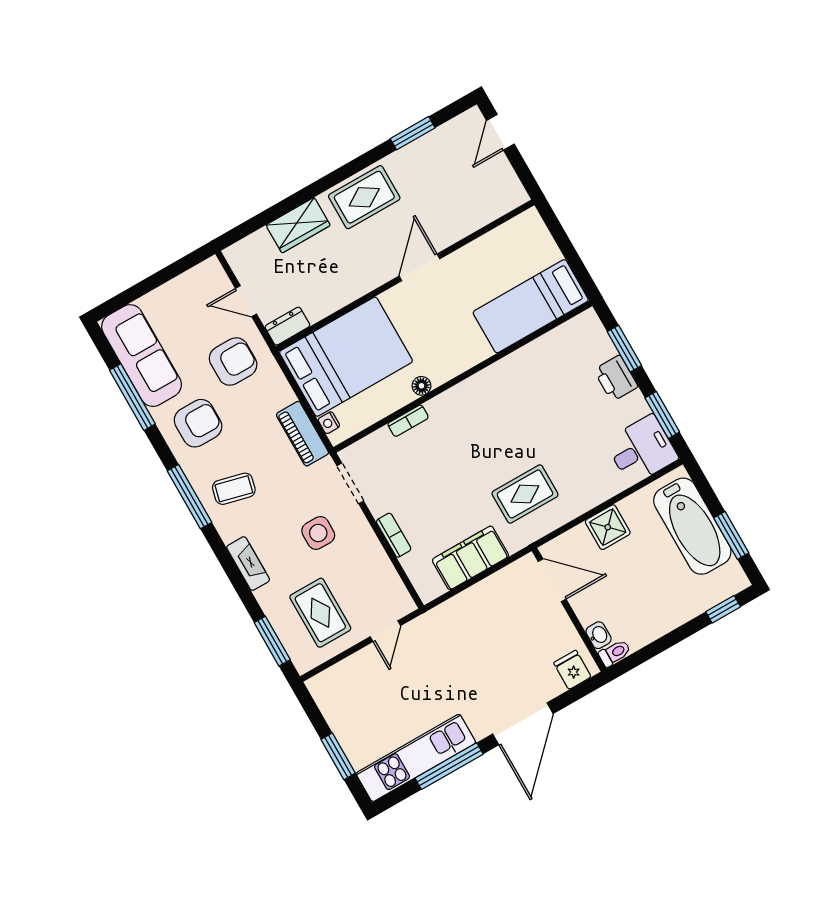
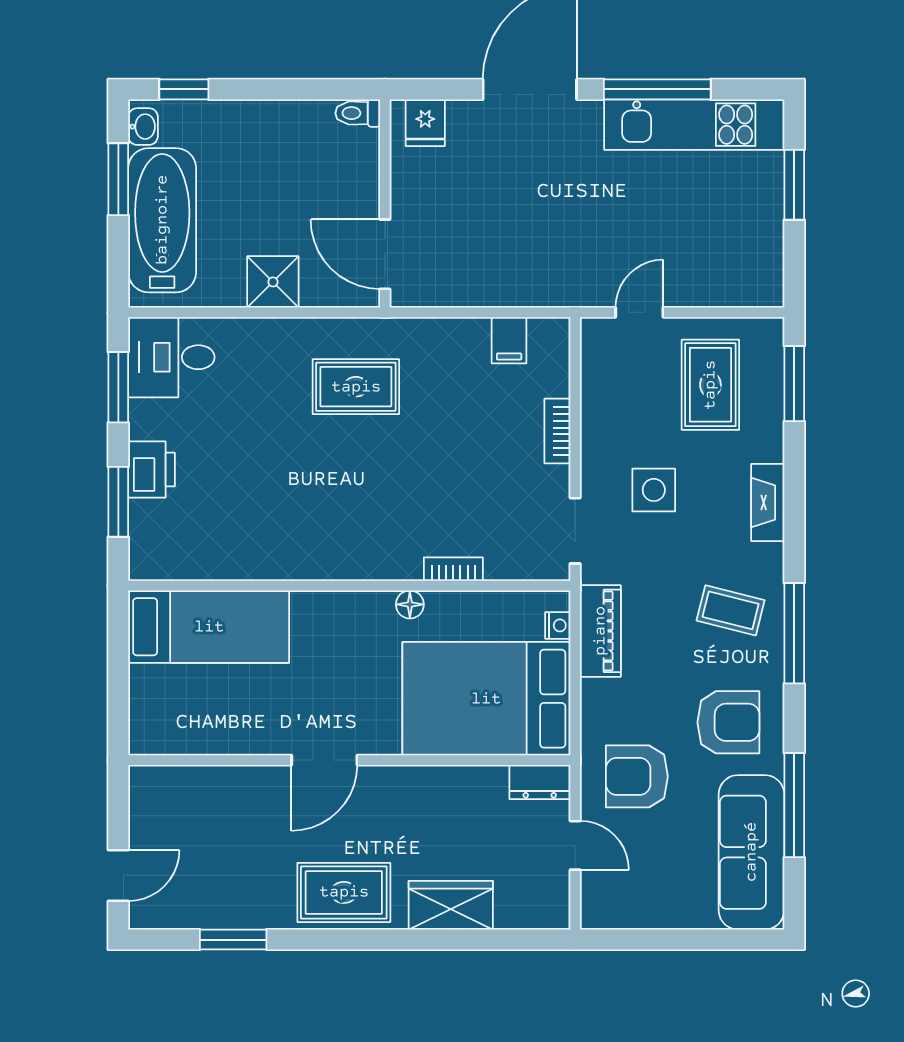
armchair: (198, 423) -> (728, 722), turned 180
filing cabinet: (470, 558) -> (509, 340), width x0.33, depth x0.86
washbasin: (599, 635) -> (143, 127), moved, turned 180

